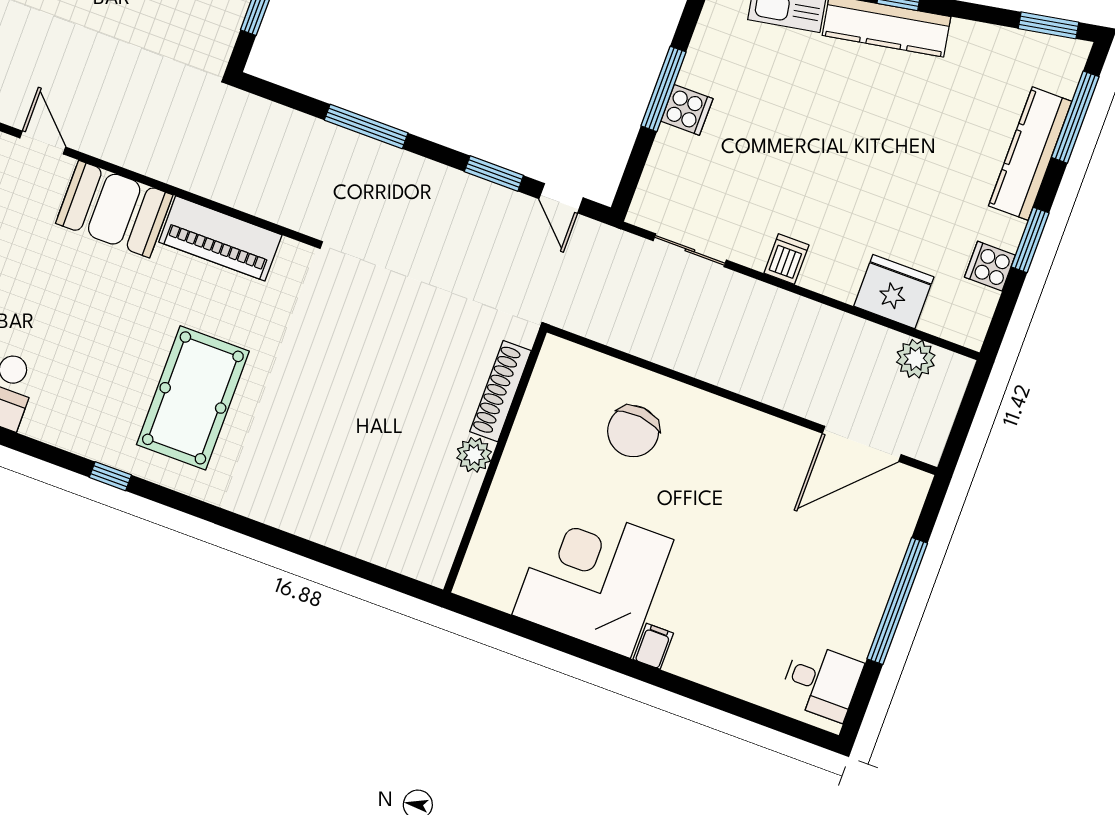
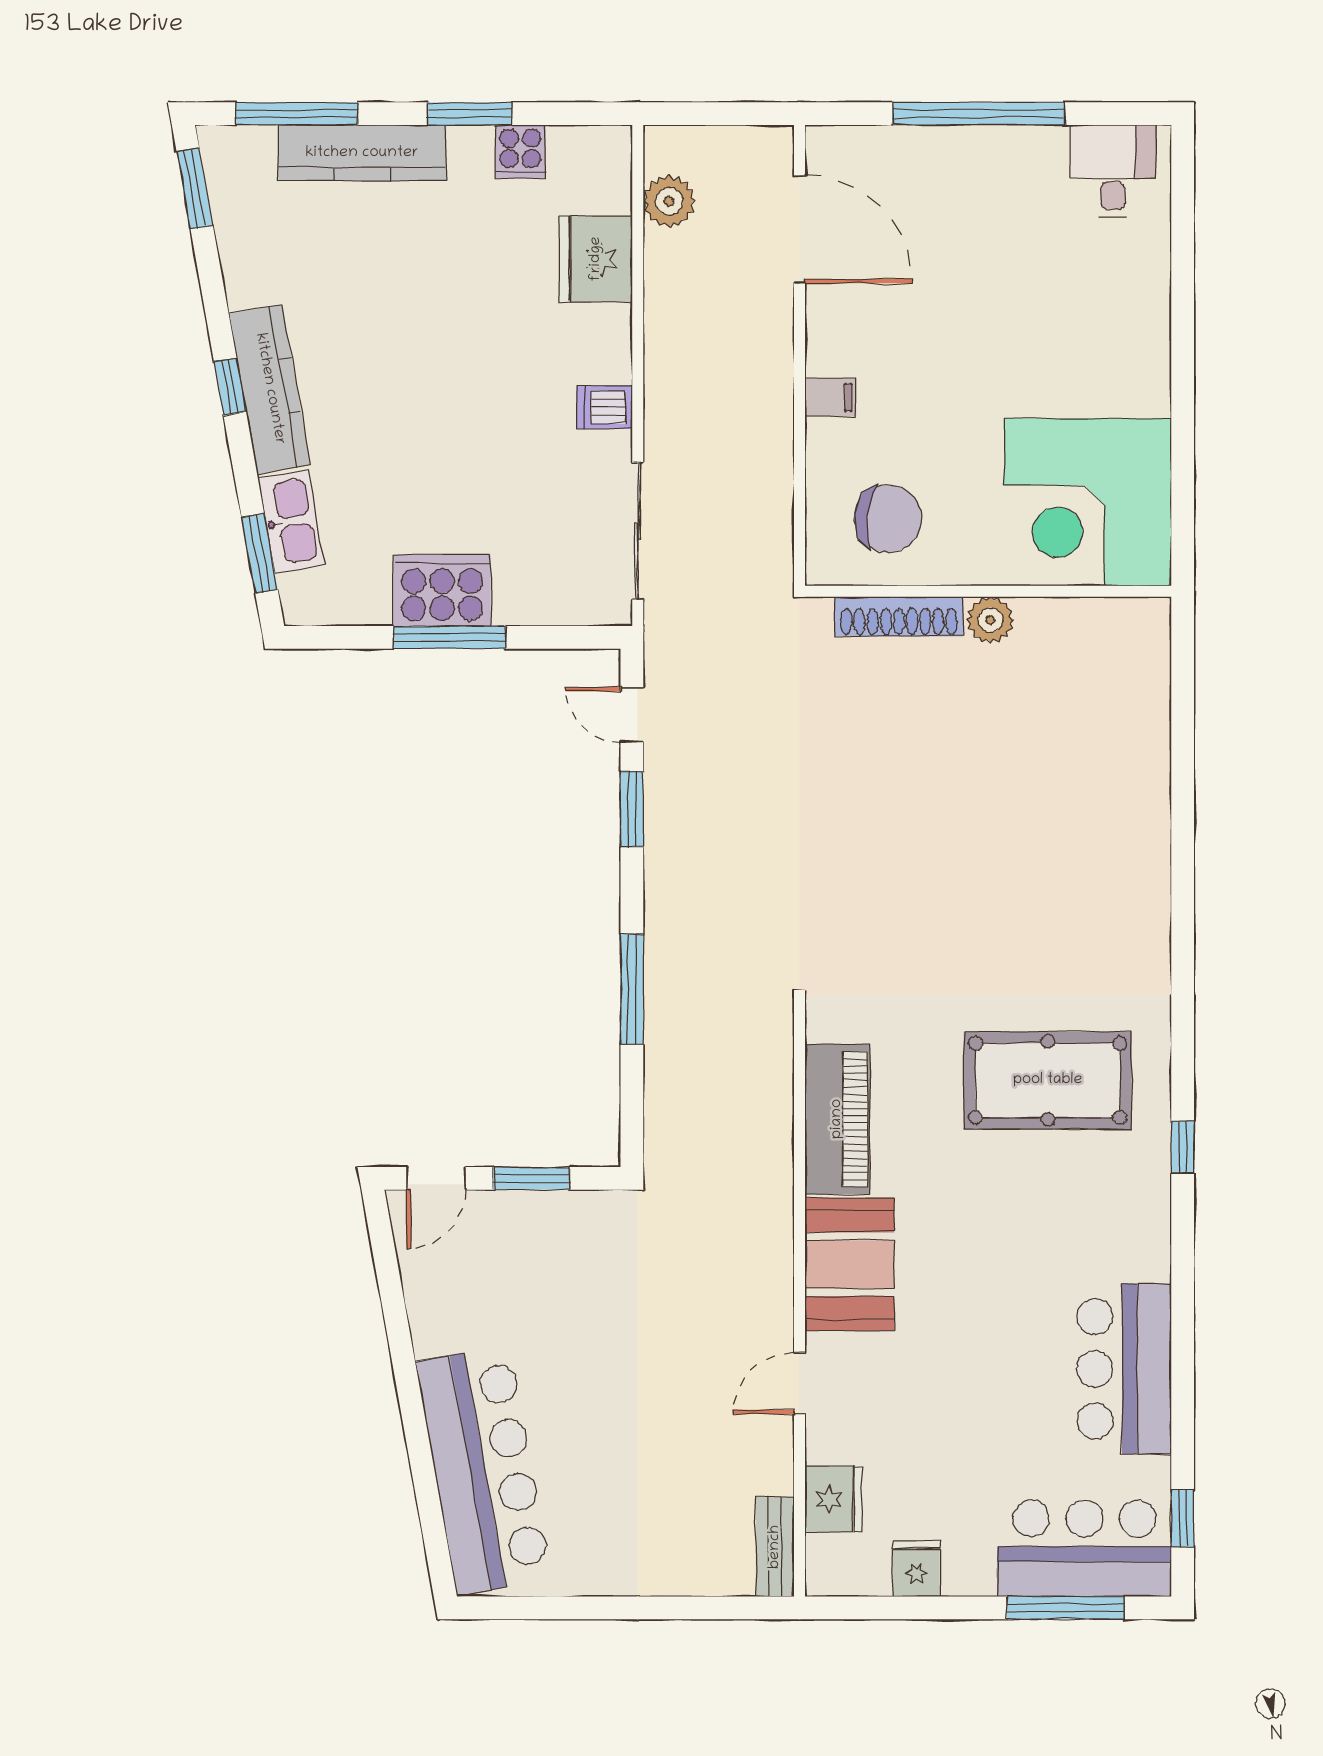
cooker: (687, 110) -> (442, 590), width x1.87, depth x1.31
door: (561, 198) -> (632, 715), swing flipped
sliding door: (690, 250) -> (638, 531), width x1.37
shoe rack: (500, 391) -> (899, 616), moved
plant: (474, 455) -> (990, 620), moved
wall: (495, 461) -> (988, 591), moved
filing cabinet: (653, 646) -> (830, 397), moved, turned 180

